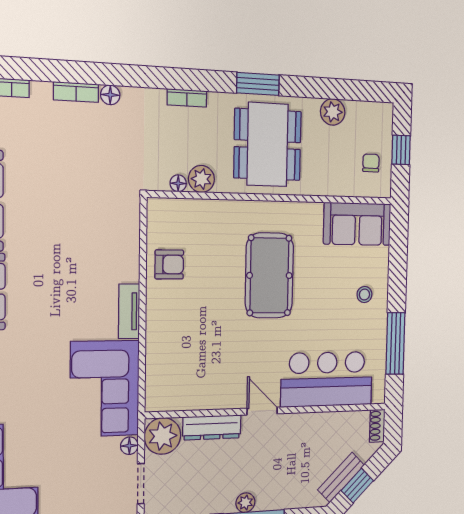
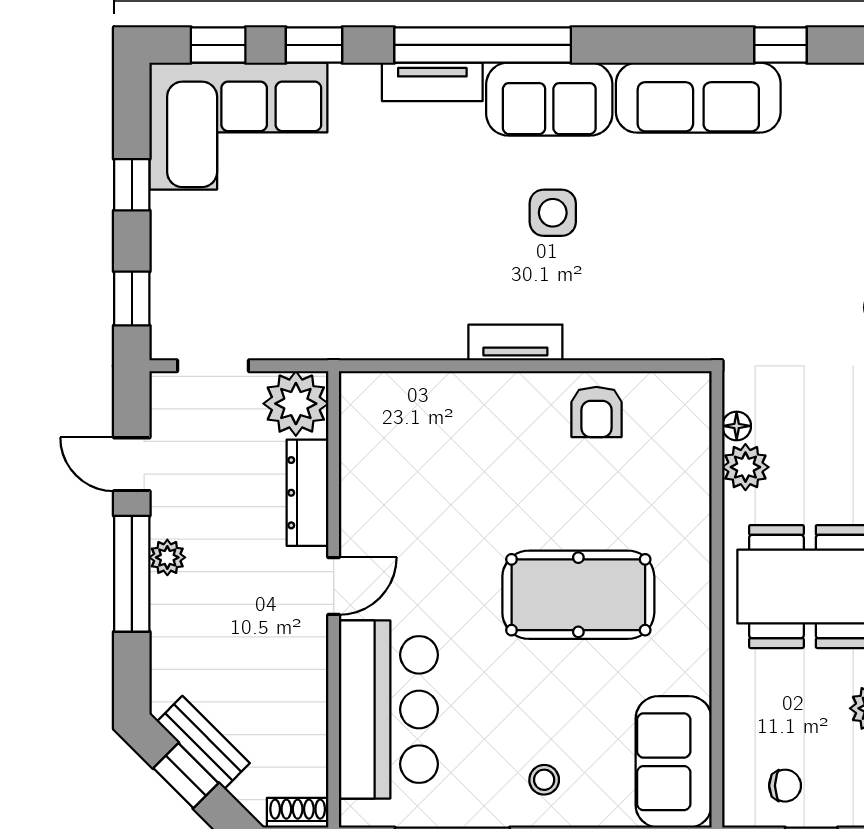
side table: (52, 290) -> (553, 213), added
corner sofa: (105, 389) -> (383, 302), removed
floor lamp: (129, 446) -> (281, 345), removed

